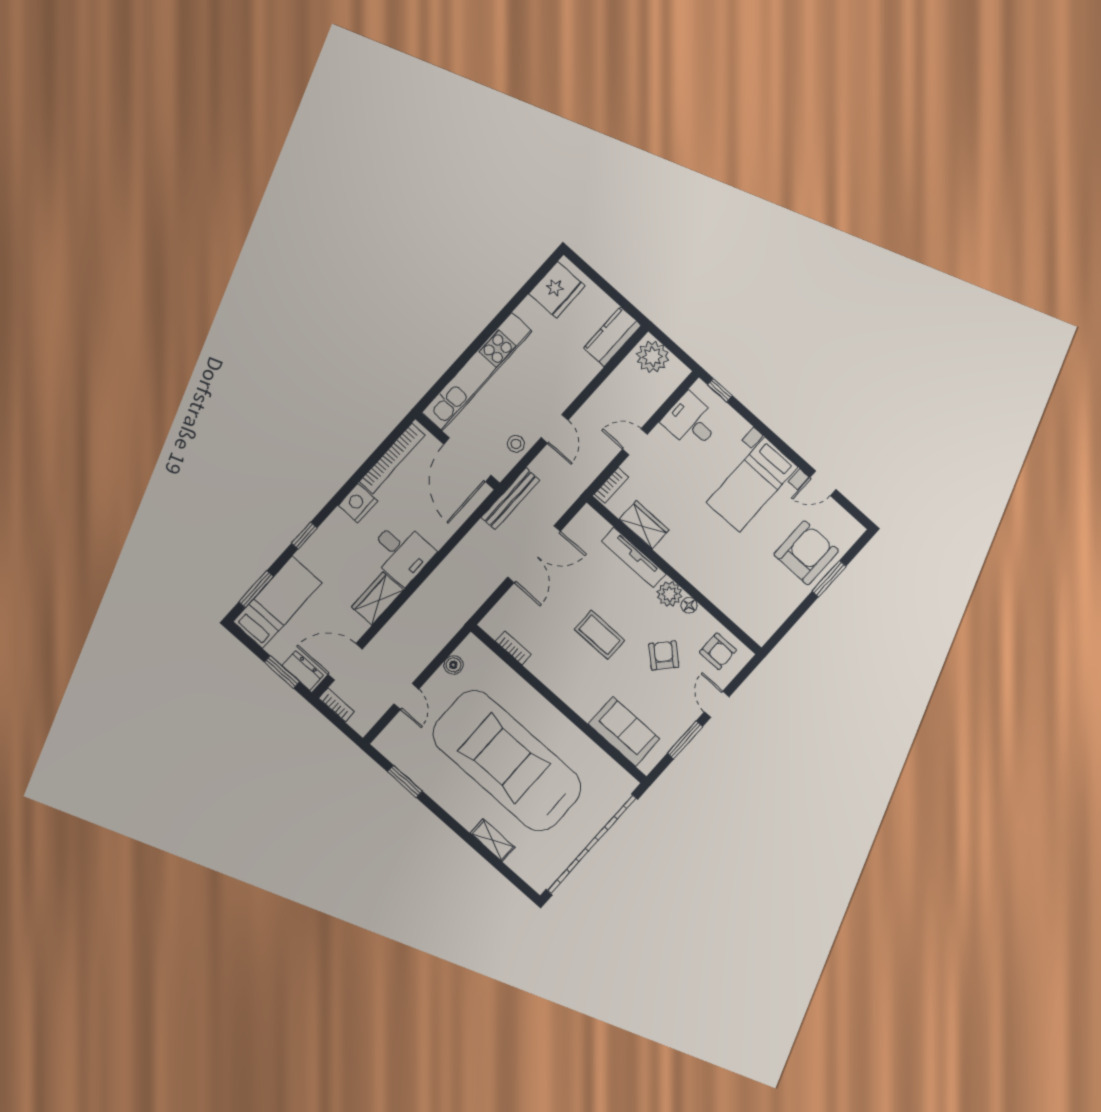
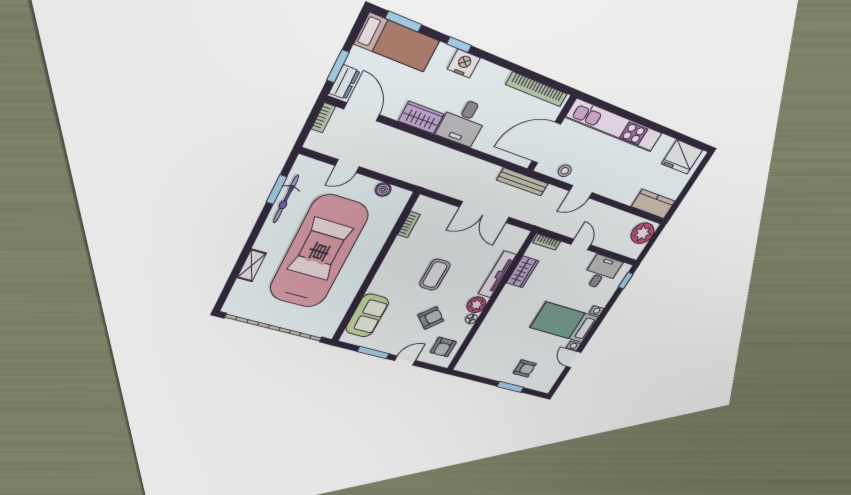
nightstand: (358, 503) -> (464, 64), moved
armchair: (806, 553) -> (525, 369), width x0.53, depth x0.53
bicycle: (421, 775) -> (286, 199), added

